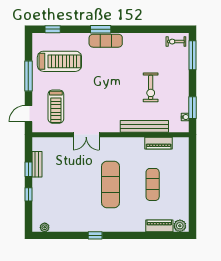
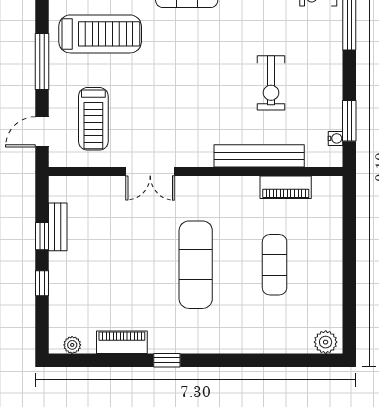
piano: (159, 226) -> (122, 342), moved

